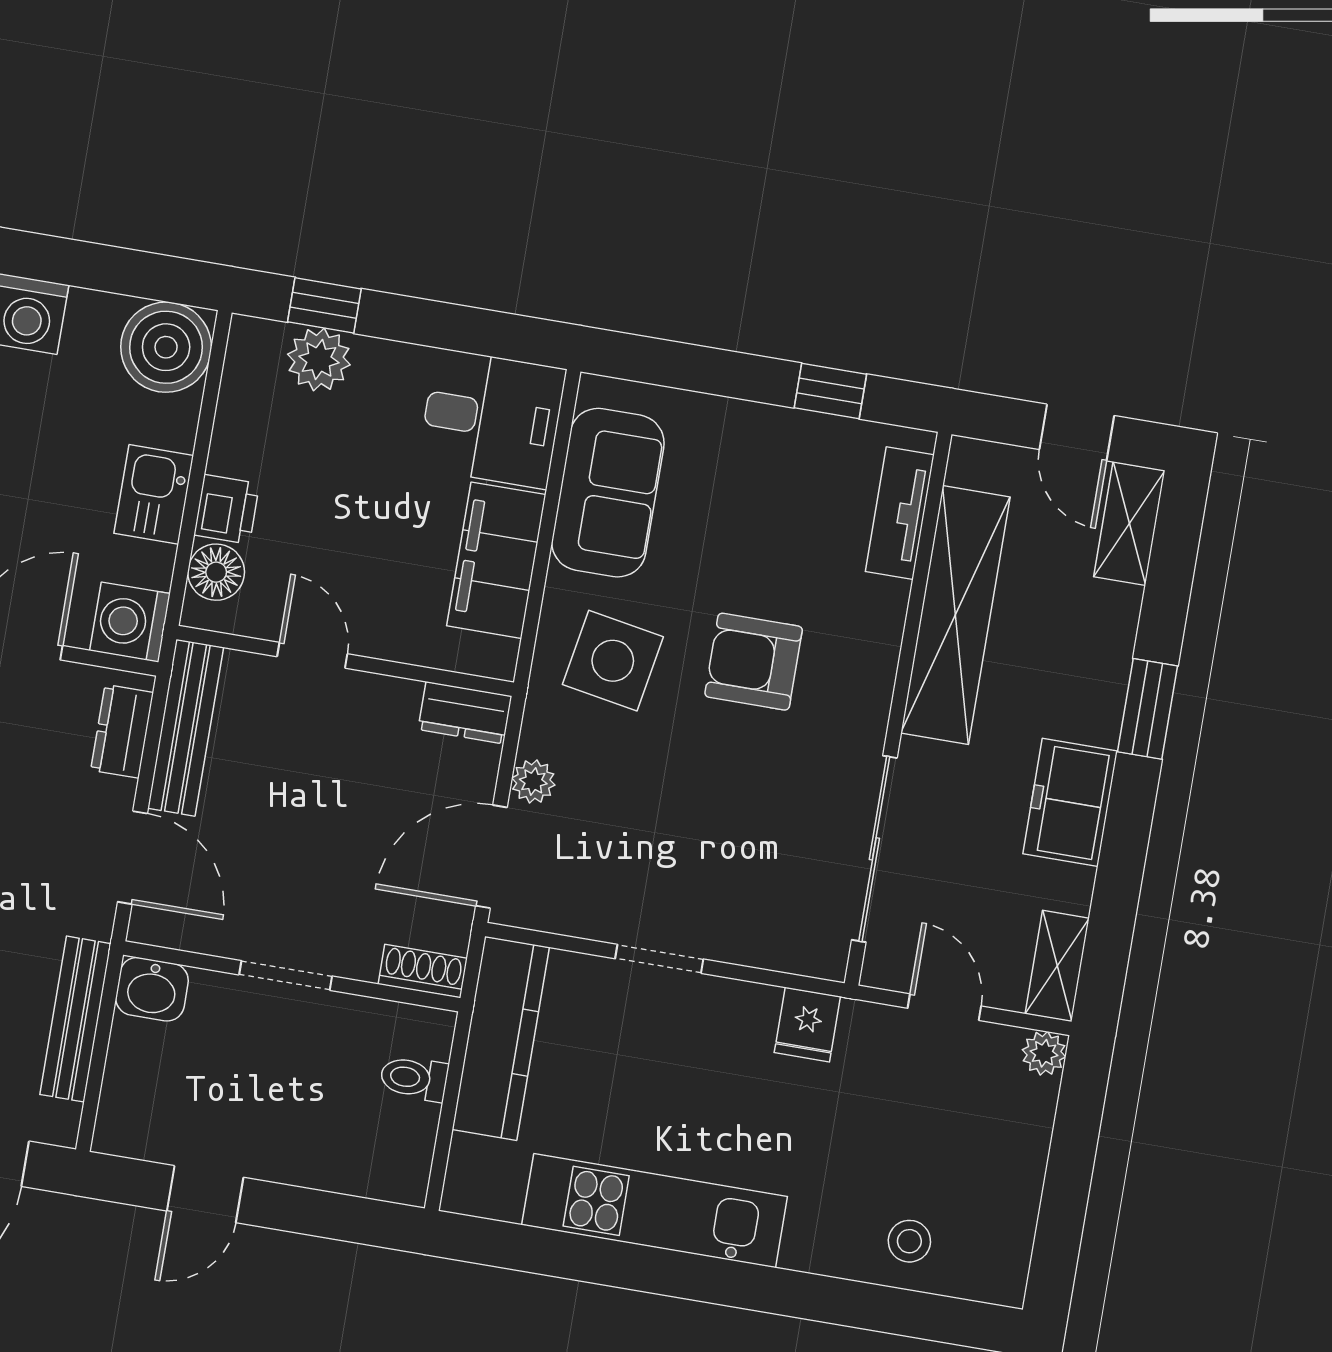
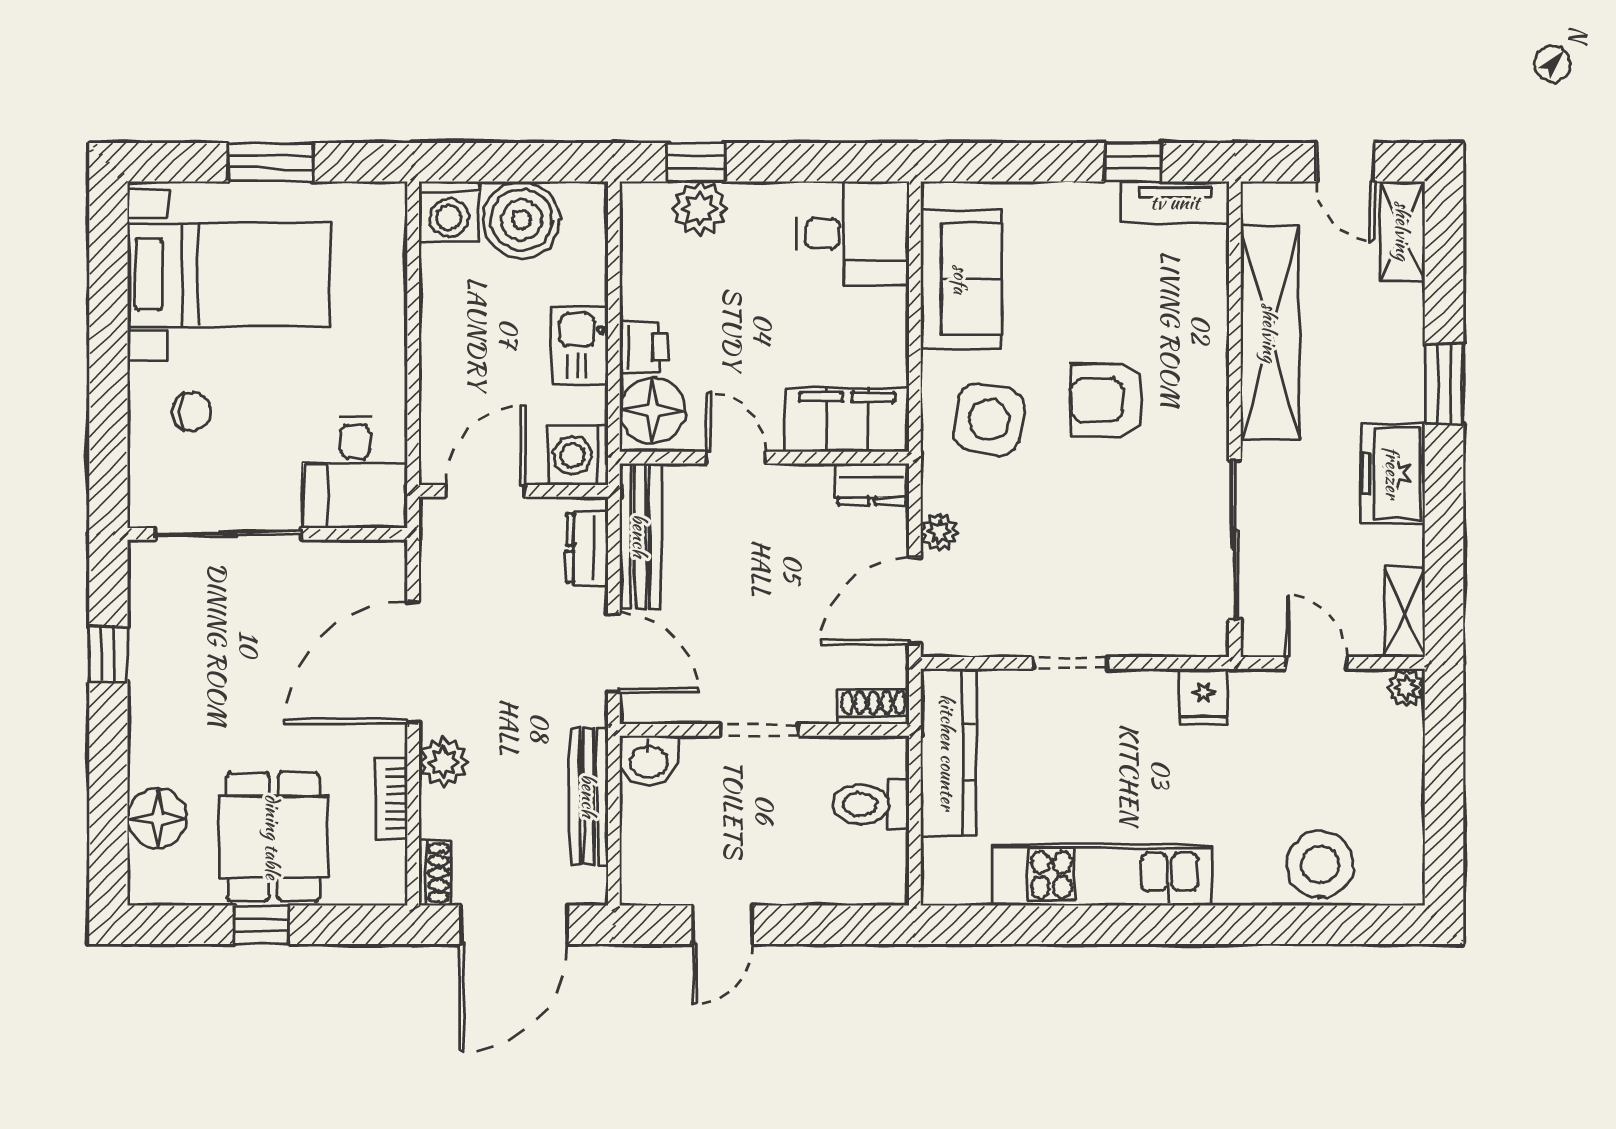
boiler: (166, 347) -> (521, 220), moved
tv unit: (900, 513) -> (1175, 202), moved, turned -90
filing cabinet: (496, 560) -> (847, 420), moved, turned 90
floor lamp: (216, 572) -> (653, 410), width x1.38, depth x1.38
toilet: (414, 1078) -> (871, 804), width x1.37, depth x1.39
stool: (909, 1241) -> (1320, 864), width x1.89, depth x1.89

